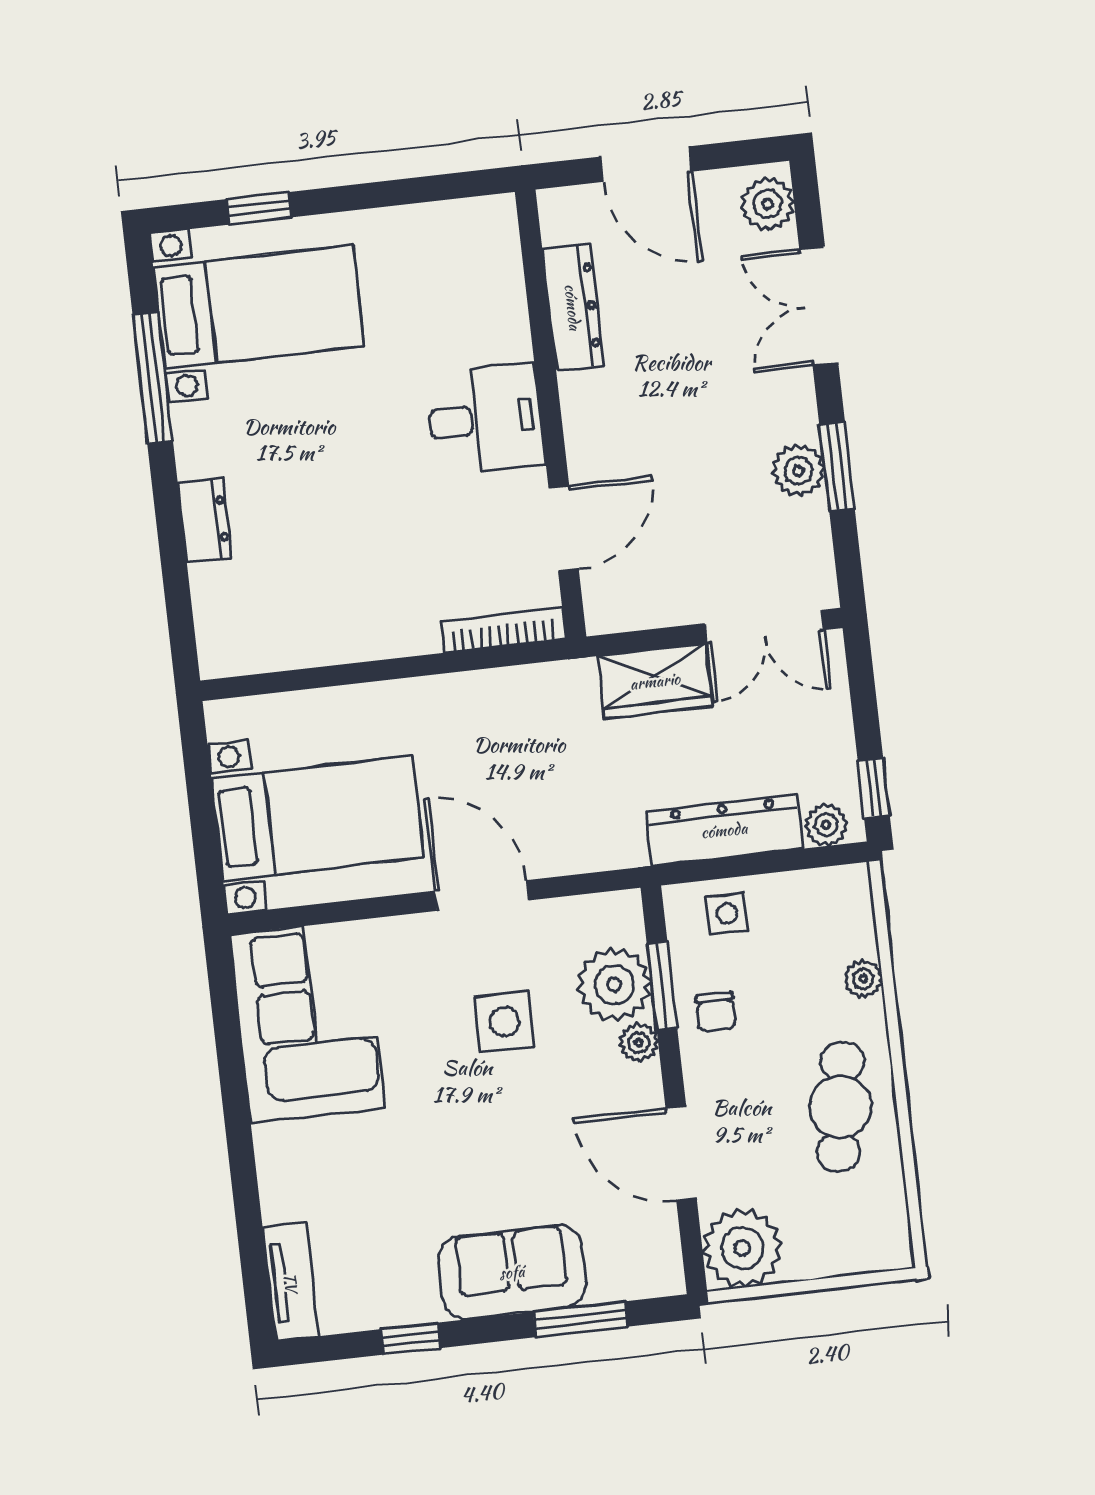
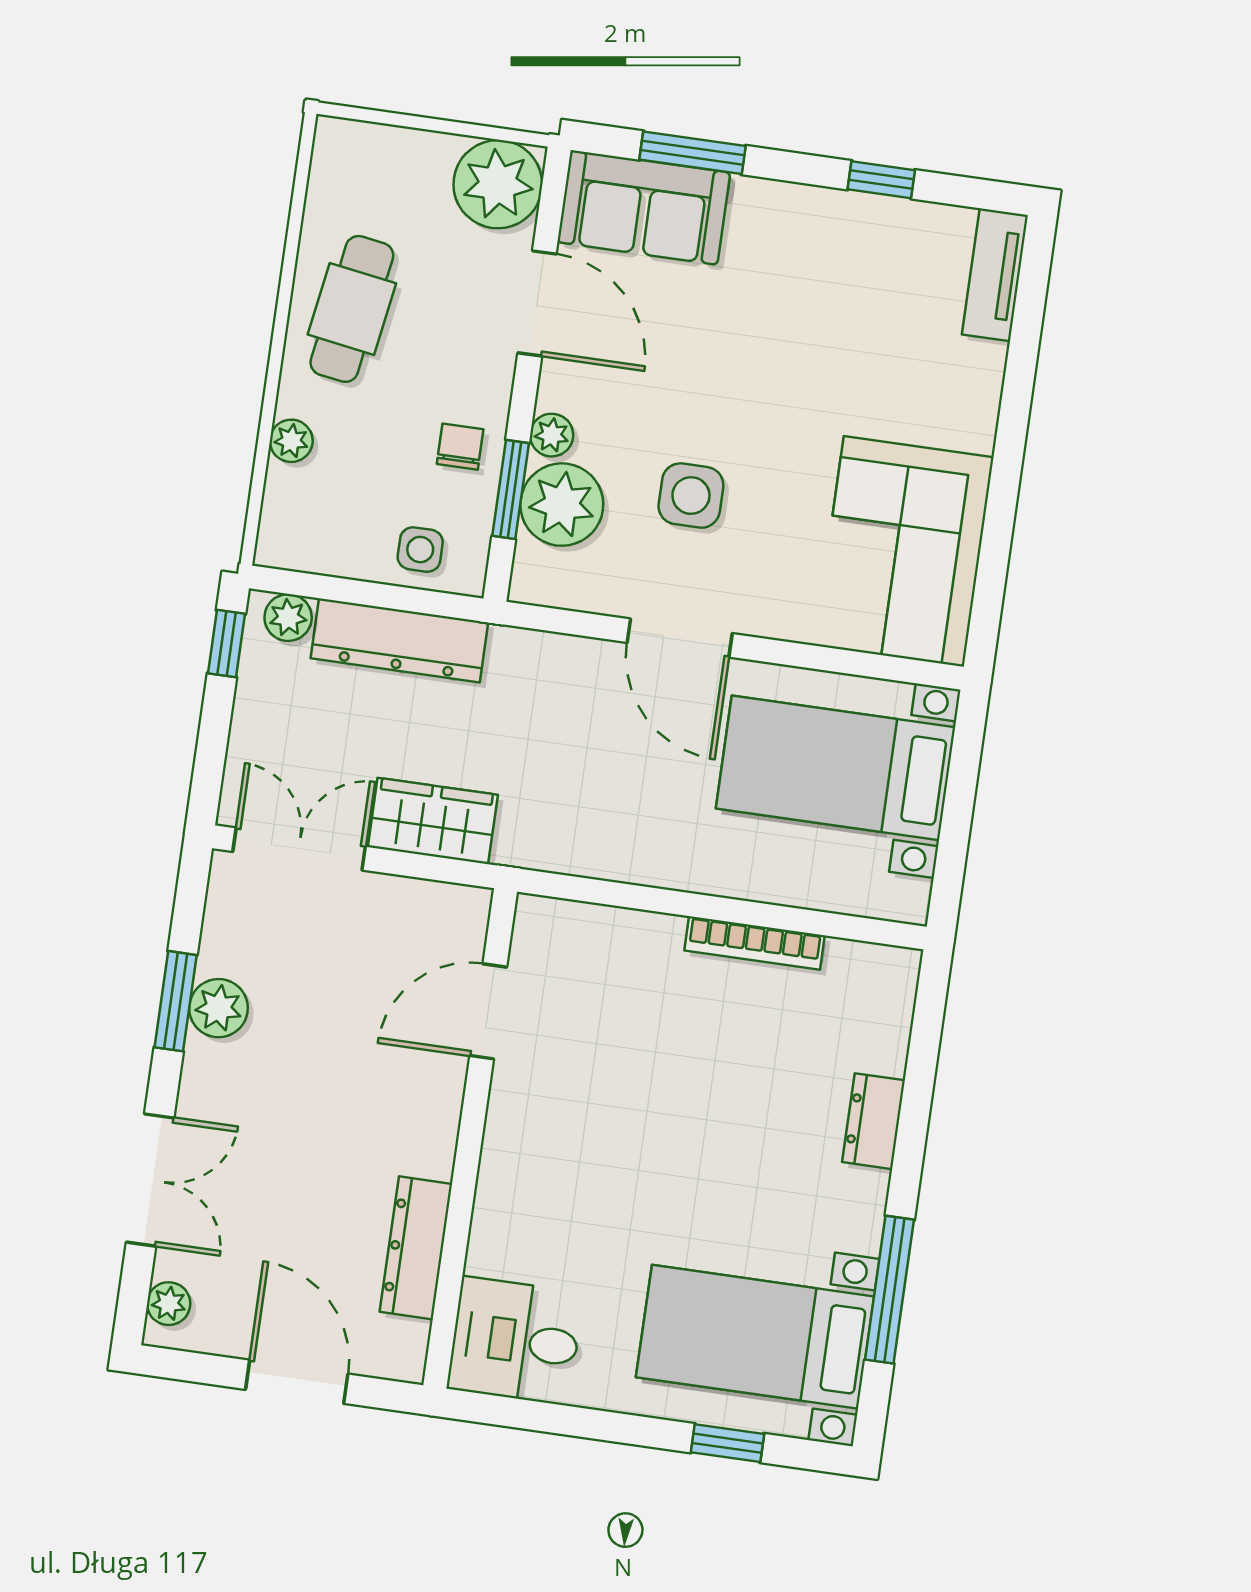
plant: (768, 204) -> (169, 1304), width x0.73, depth x0.73
desk: (485, 419) -> (515, 1341), moved
bookcase: (503, 630) -> (755, 943), moved
sofa: (512, 1272) -> (644, 207), moved

